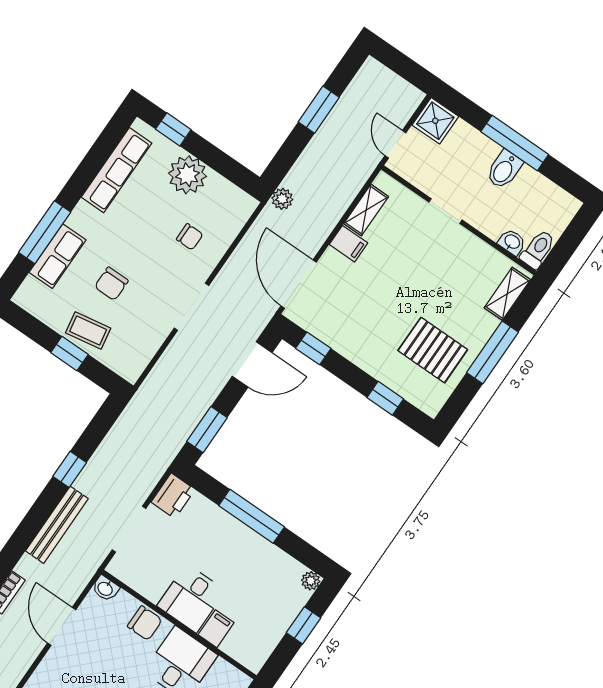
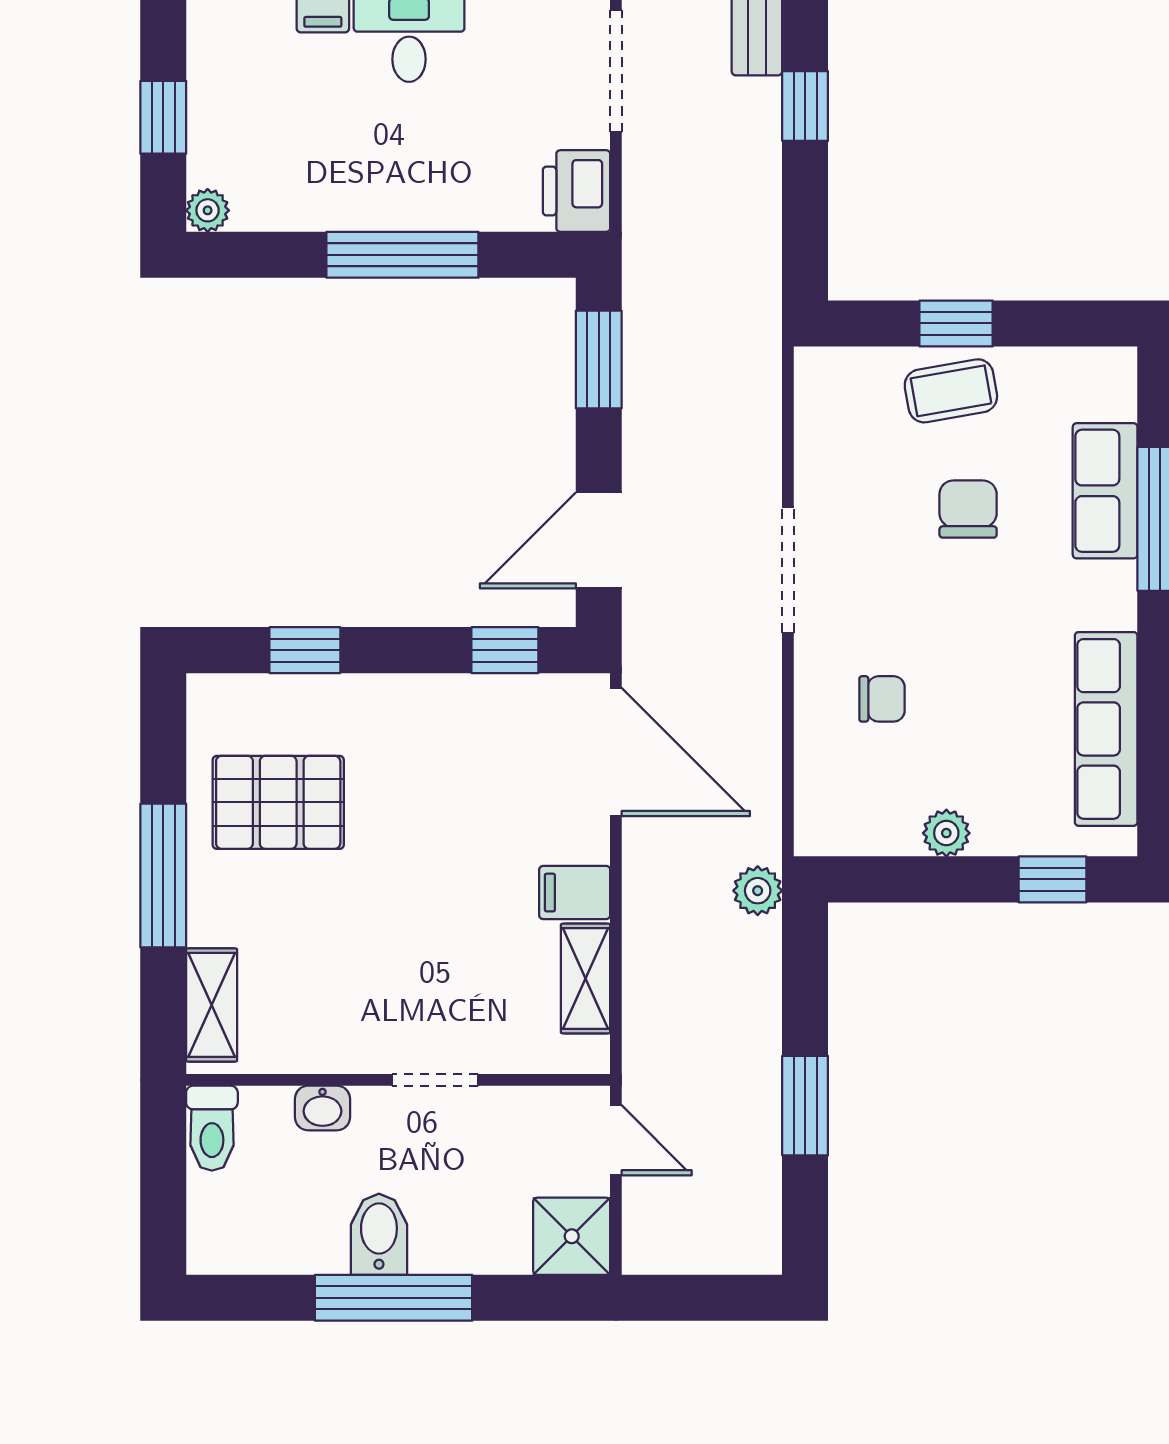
plant: (187, 175) -> (946, 833), width x0.53, depth x0.53
chair: (190, 237) -> (882, 699), turned 180
washbasin: (512, 242) -> (322, 1108), moved

